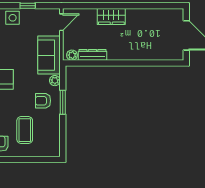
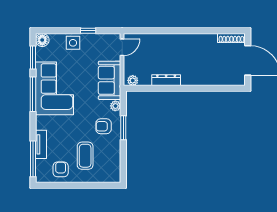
shoe rack: (170, 13) -> (231, 38), added
wardrobe: (111, 16) -> (172, 41), removed
dresser: (92, 55) -> (166, 80), moved

